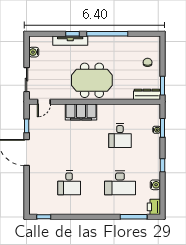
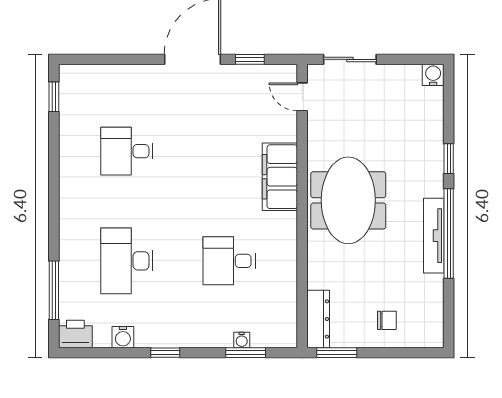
tv unit: (70, 41) -> (434, 236), moved
water cooler: (34, 52) -> (433, 75), moved

